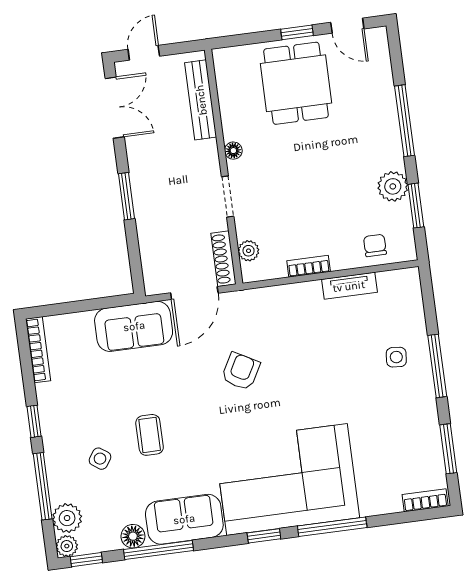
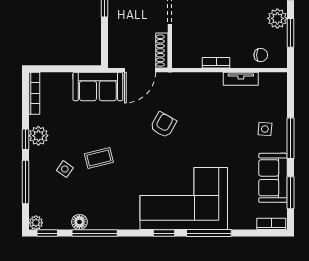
chair: (375, 245) -> (261, 55), turned 90
plant: (249, 251) -> (179, 48), removed
coffee table: (150, 435) -> (99, 158), turned 76
plant: (67, 518) -> (38, 136), moved
sofa: (184, 519) -> (273, 178), moved, turned -90

